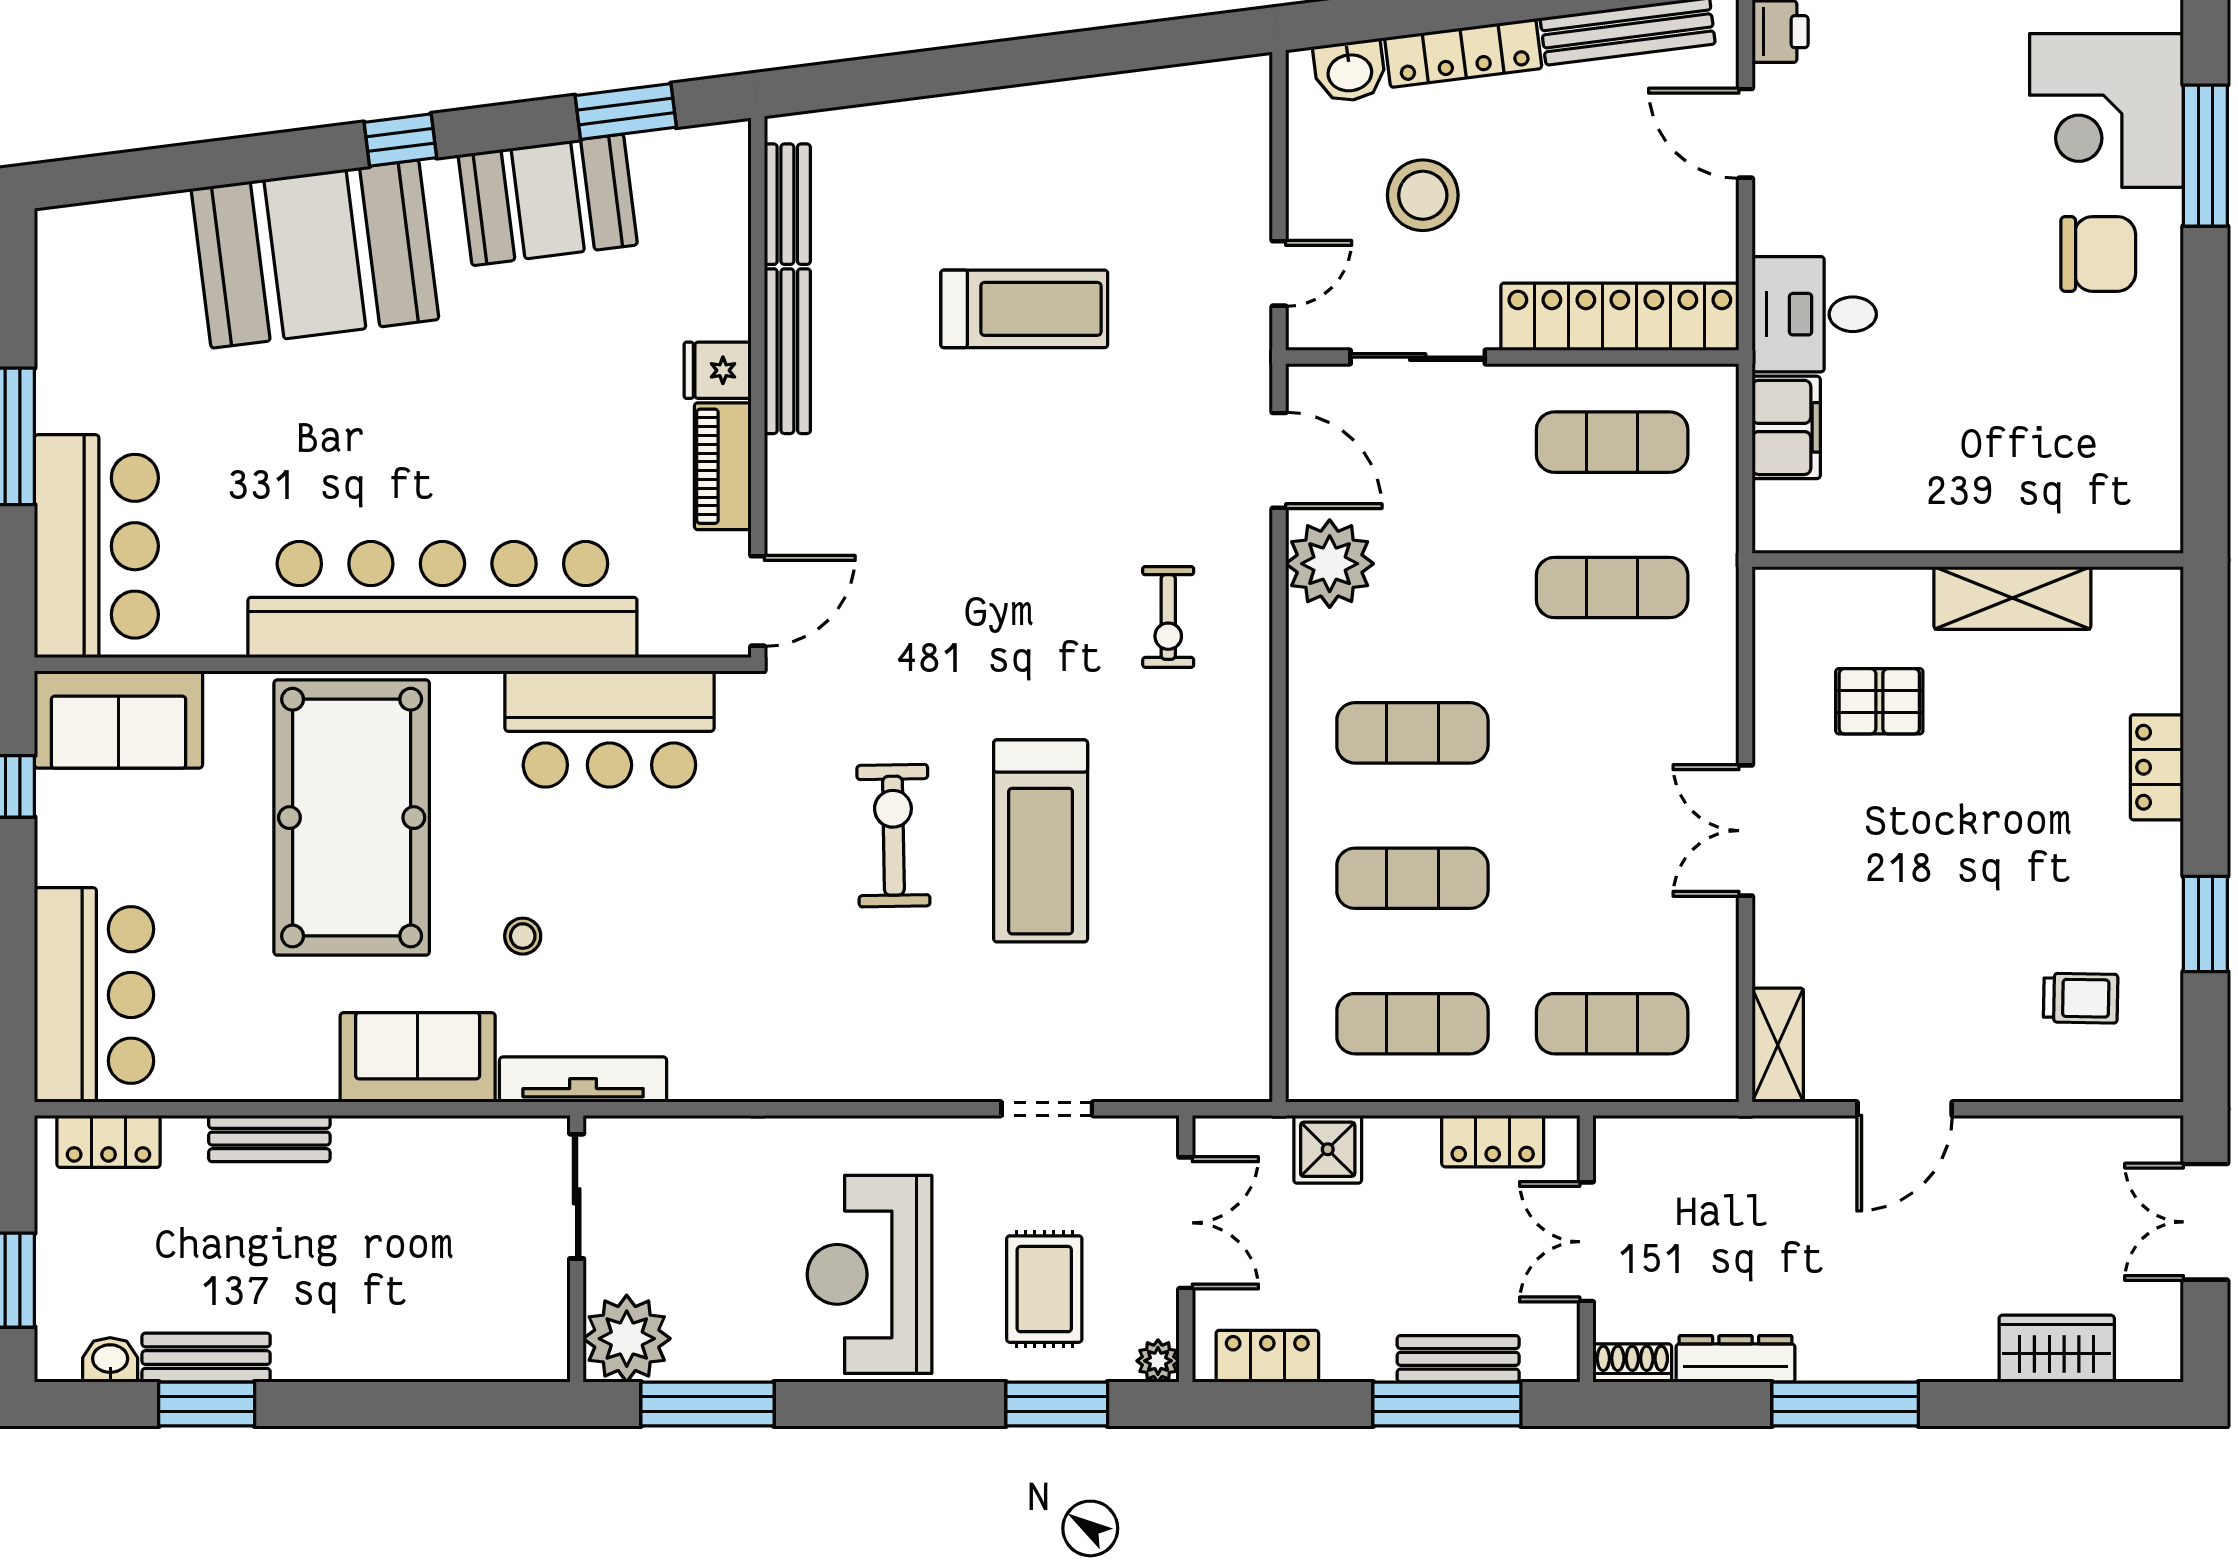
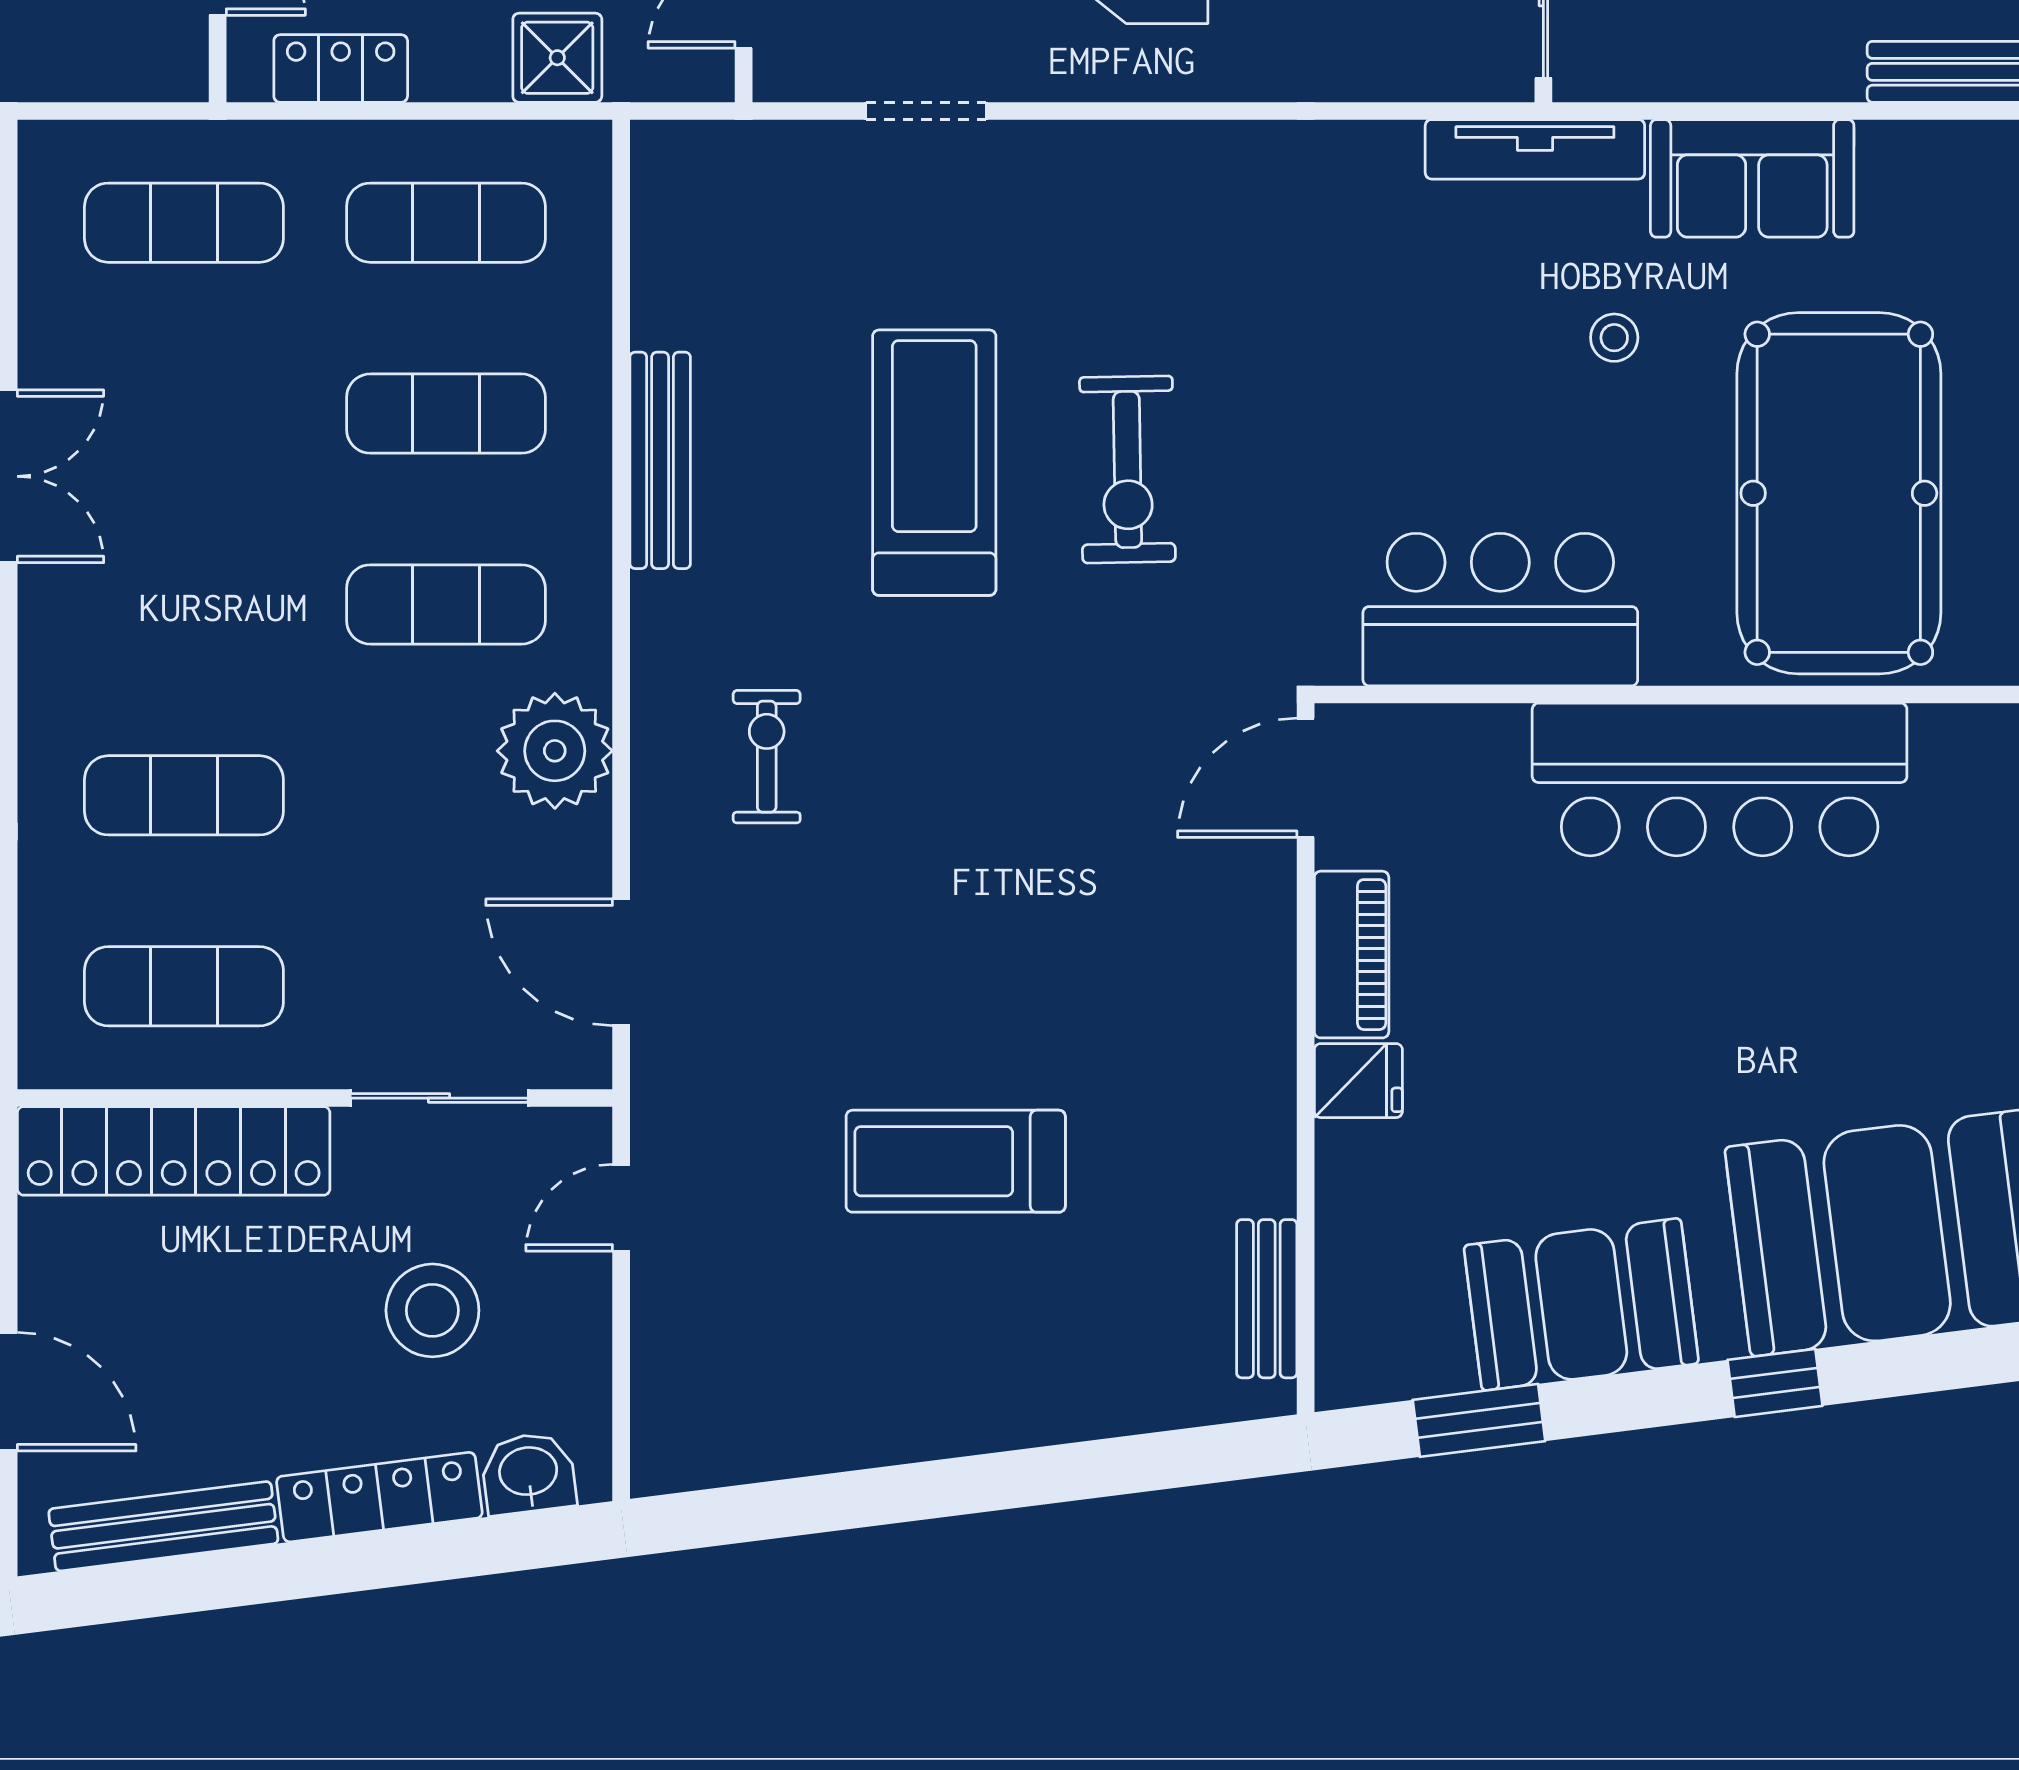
bench: (787, 351) -> (660, 460), moved
plant: (1330, 564) -> (555, 751), moved
bar counter: (442, 600) -> (1720, 780), width x0.73

